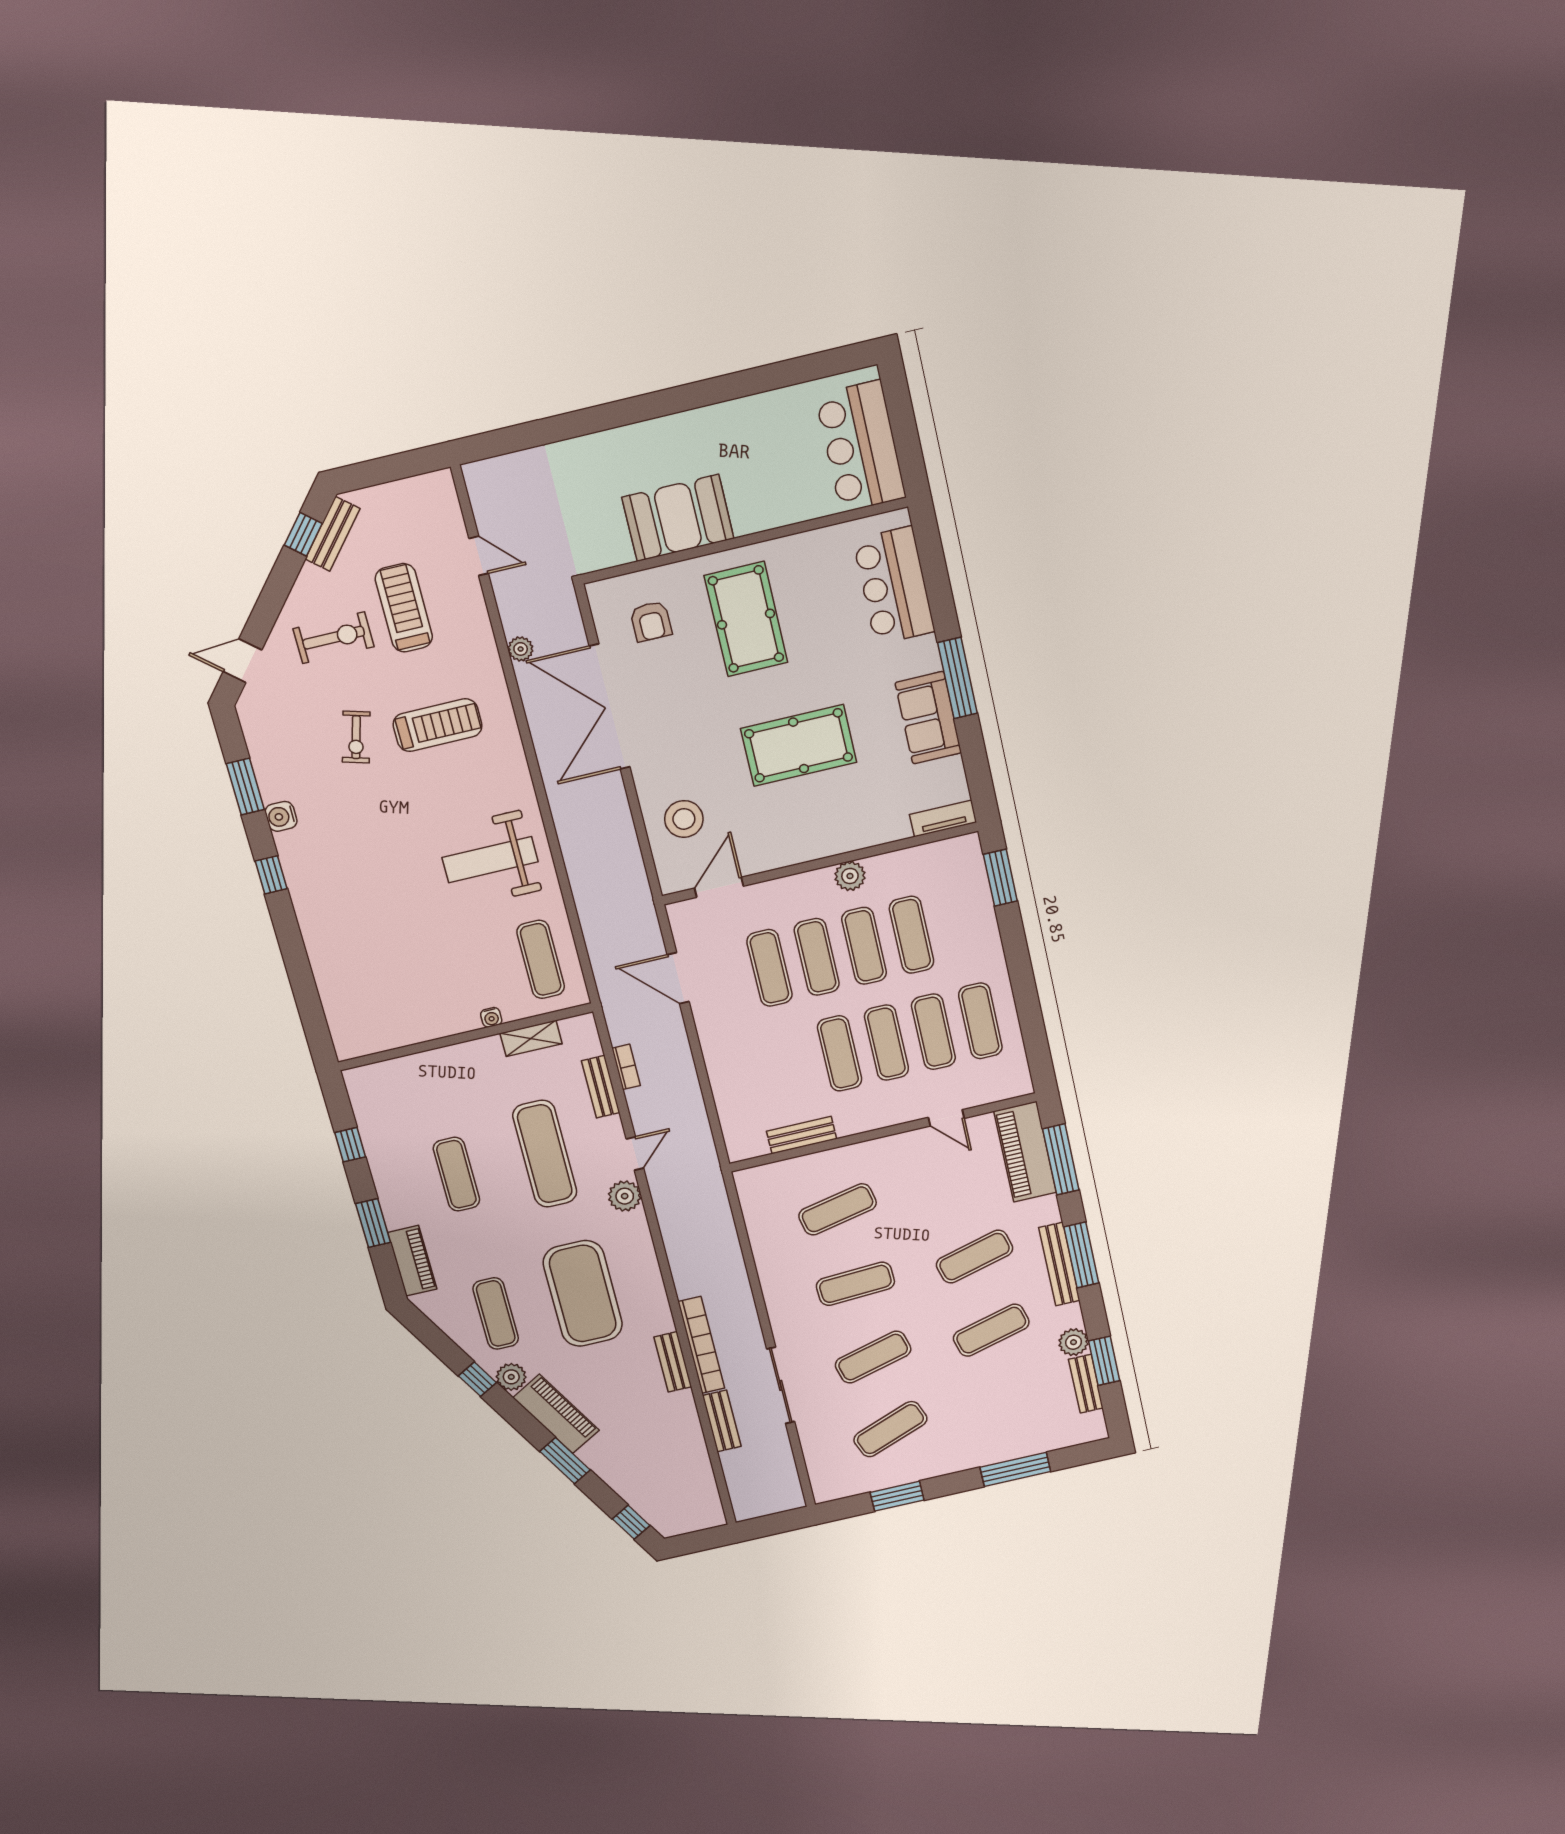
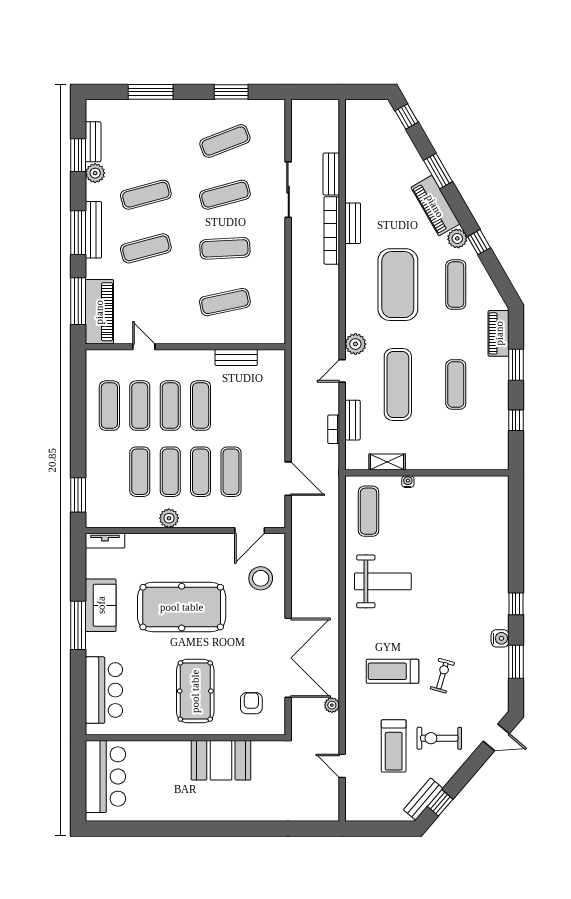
pool table: (799, 745) -> (182, 607), width x1.36, depth x1.32

